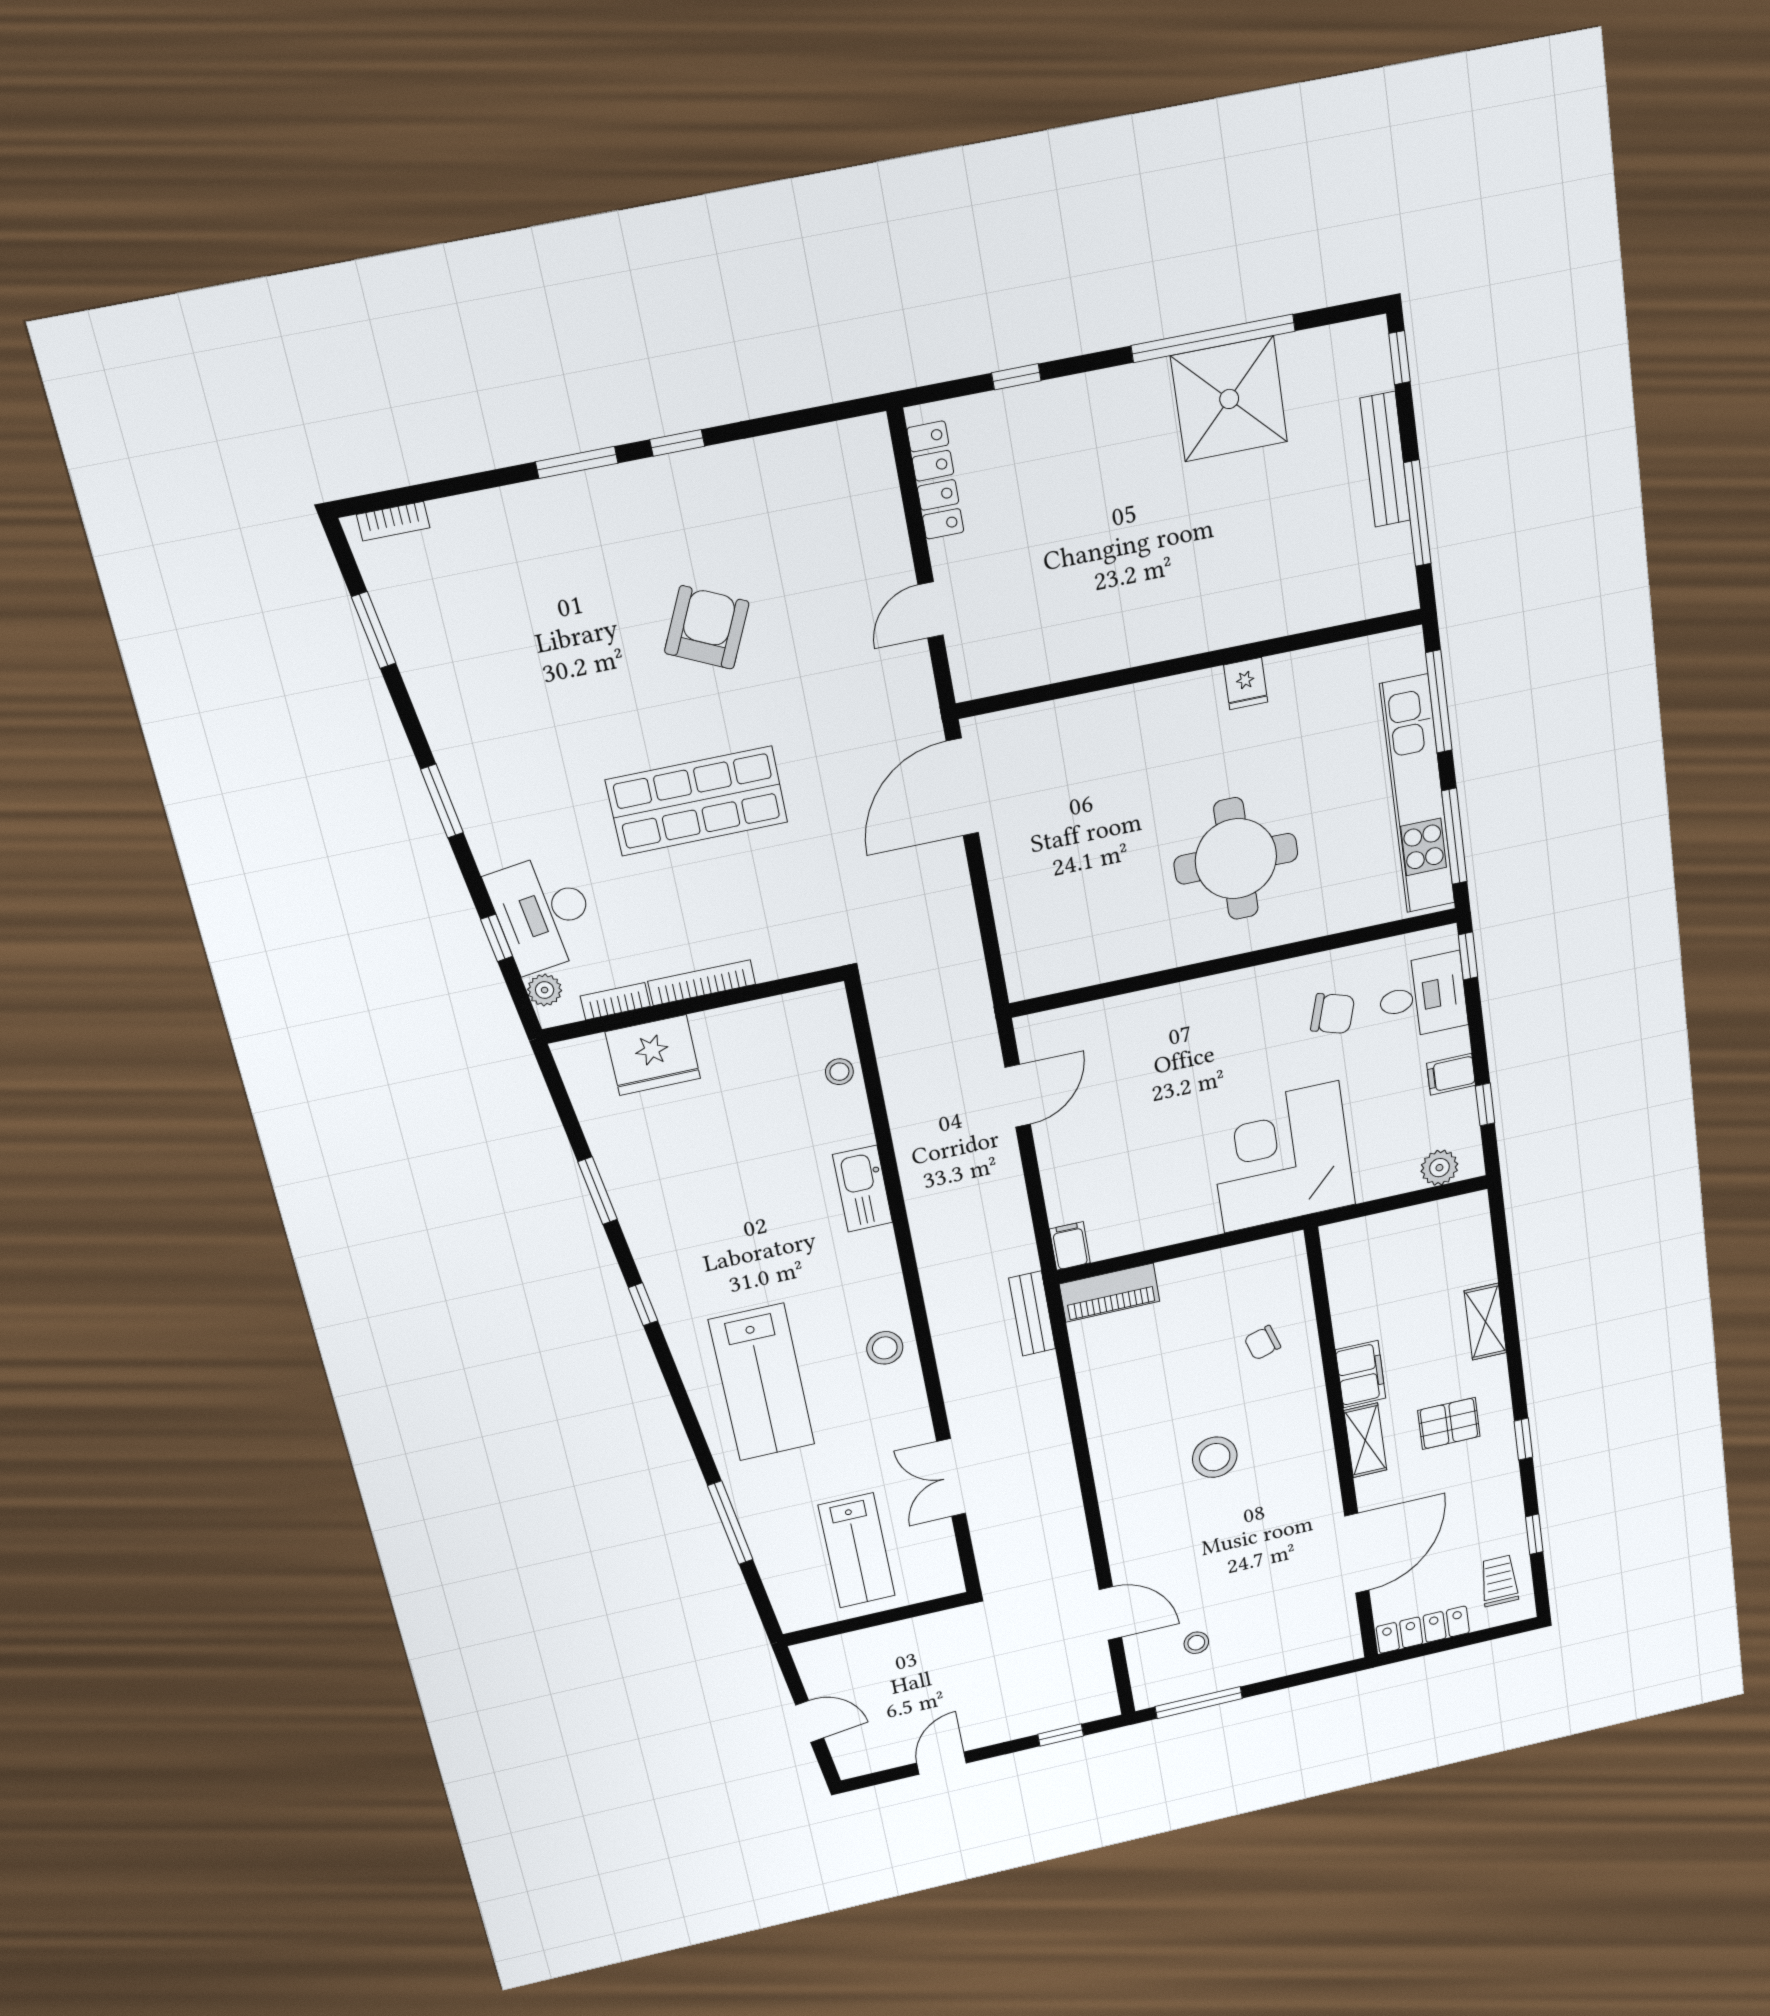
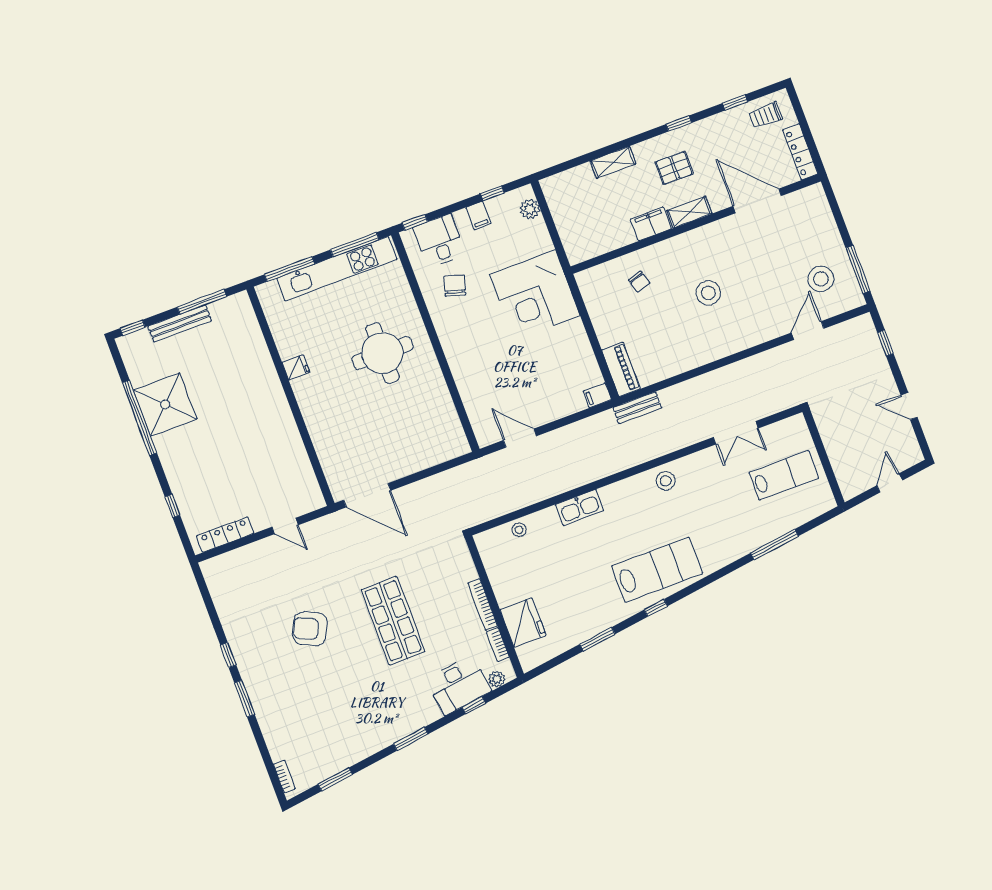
lab bench: (762, 1382) -> (657, 570), moved
pallet: (1449, 1423) -> (674, 168), turned 90
stool: (1196, 1643) -> (821, 279), width x1.89, depth x1.89

